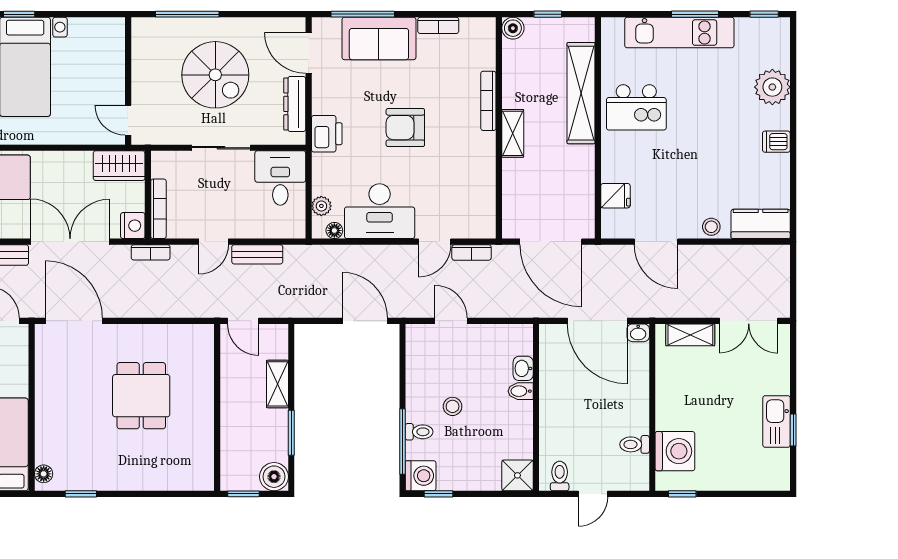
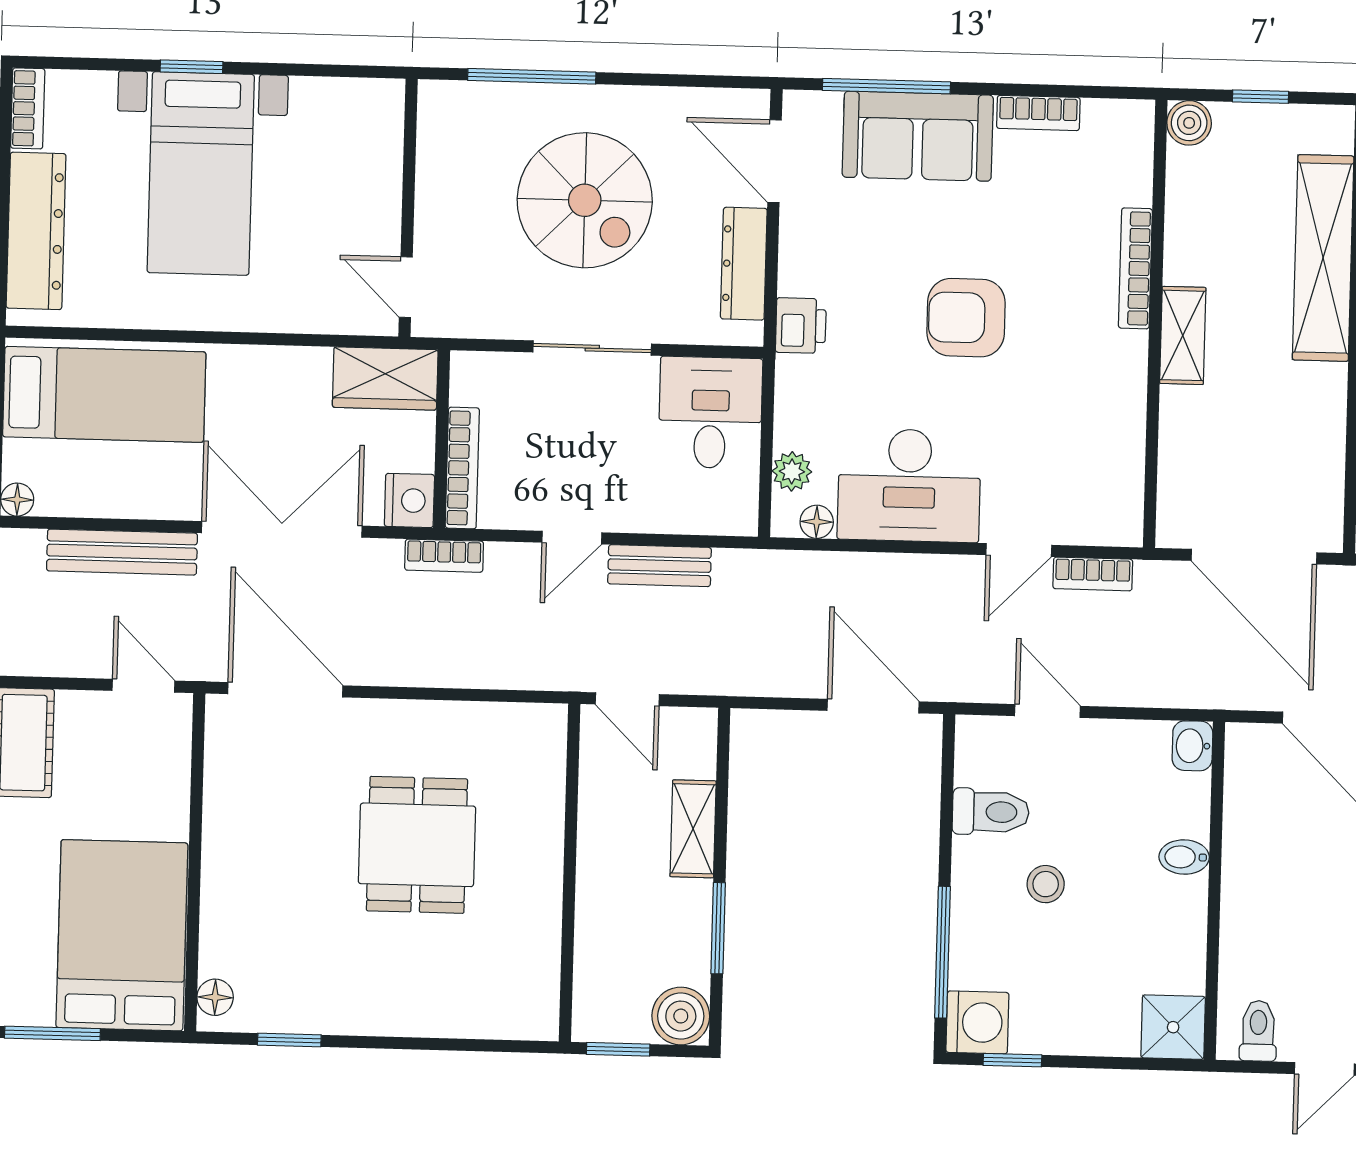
printer: (327, 134) -> (801, 326), width x0.73, depth x0.81
washbasin: (523, 368) -> (1192, 746), moved
toilet: (419, 432) -> (991, 812), moved, width x1.37, depth x1.39

